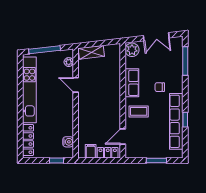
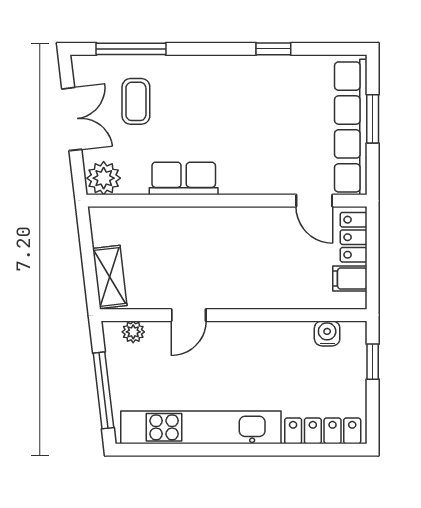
chair: (160, 87) -> (194, 111), removed
coffee table: (139, 111) -> (136, 101), moved
row of seats: (176, 121) -> (351, 127), moved, turned 90

